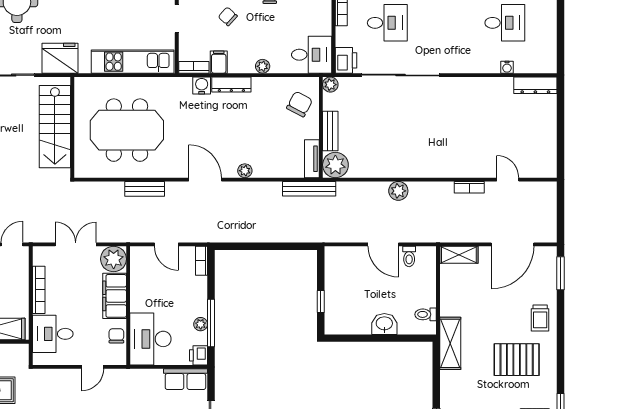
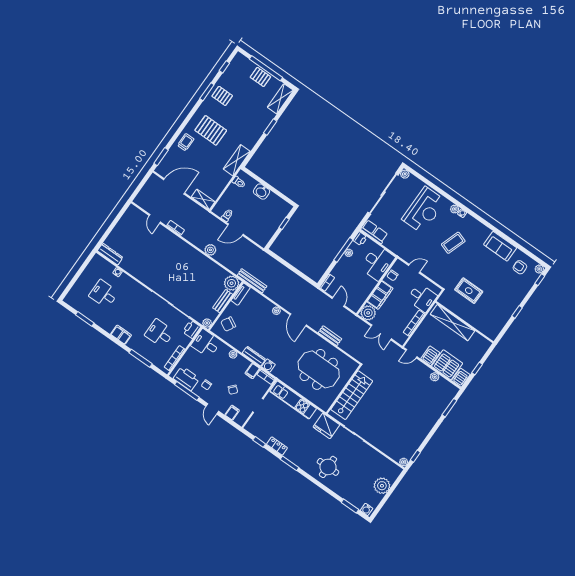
door: (383, 244) -> (235, 230), swing flipped

